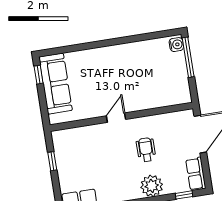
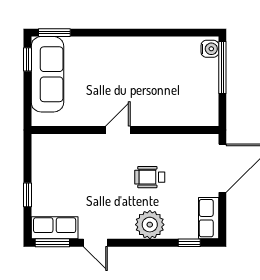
window: (56, 51) -> (54, 33), added
wheelchair: (146, 150) -> (150, 177), turned -90
window: (52, 161) -> (28, 195), moved

